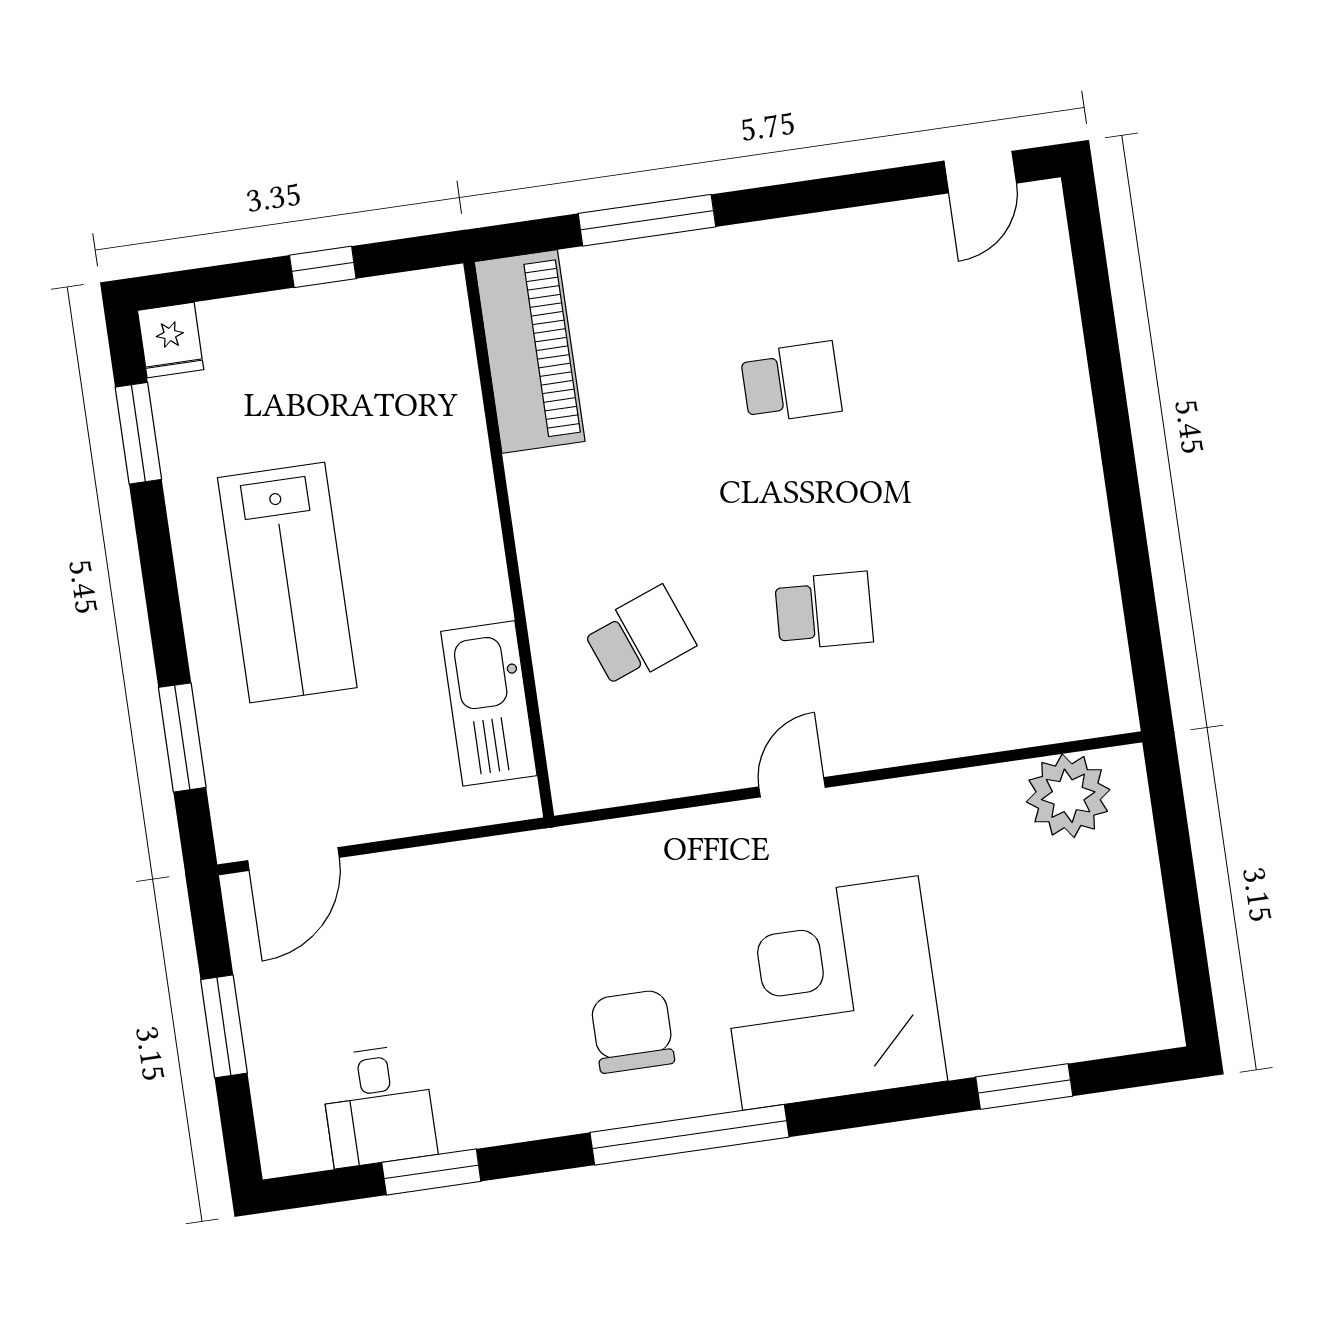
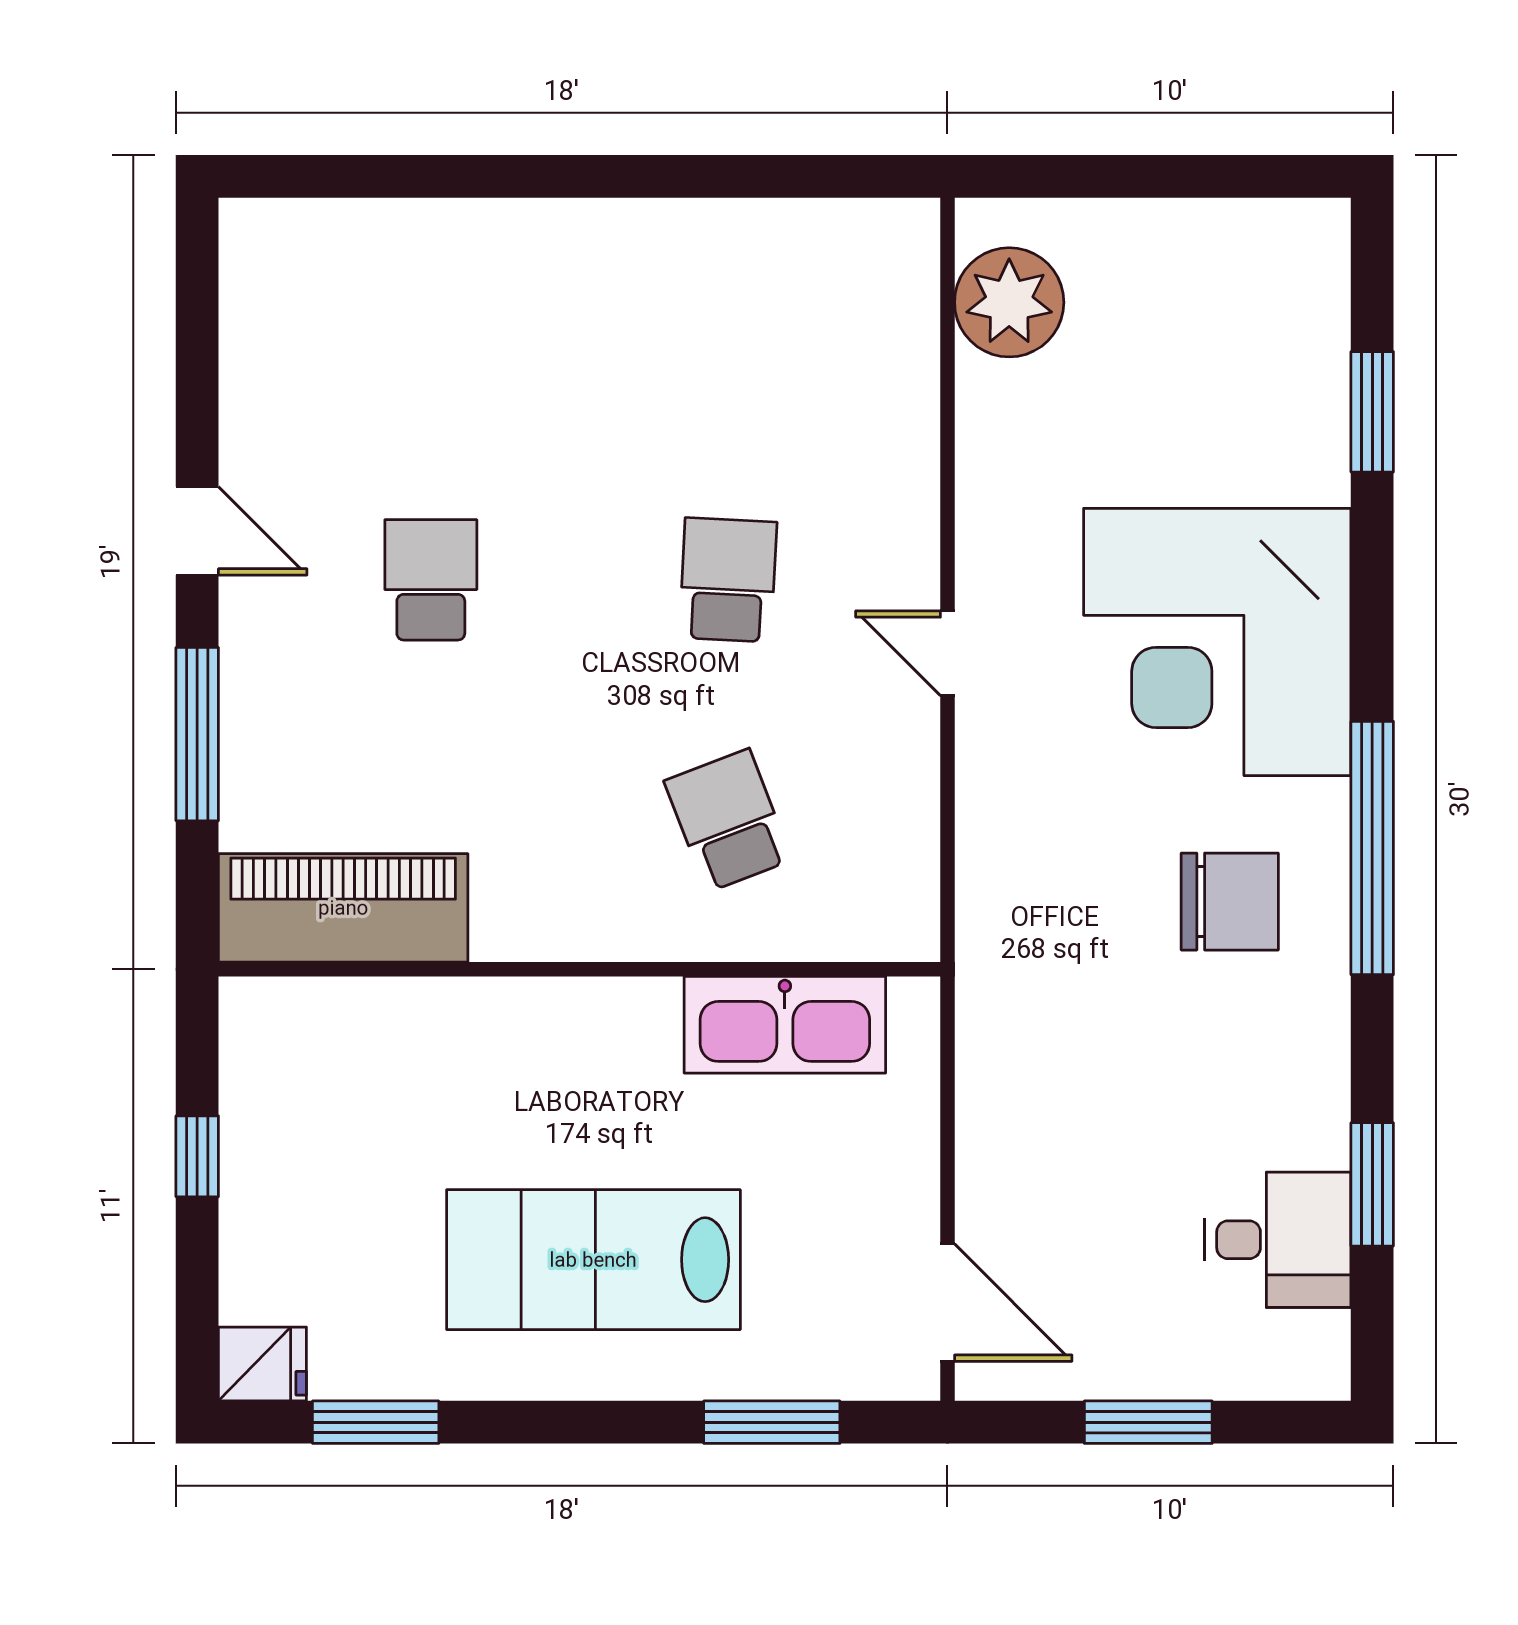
door: (980, 172) -> (197, 531), moved
lab bench: (287, 583) -> (593, 1260), turned 180
chair: (633, 1031) -> (1230, 902), turned 180

